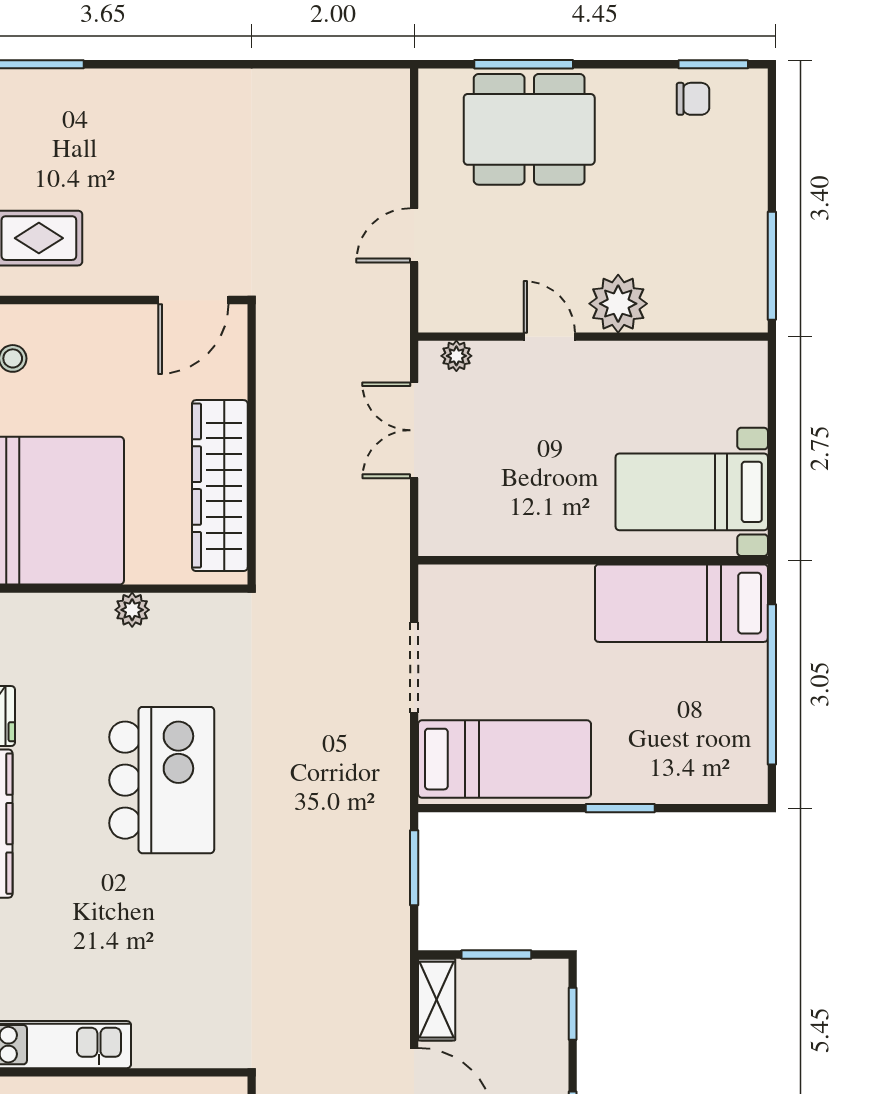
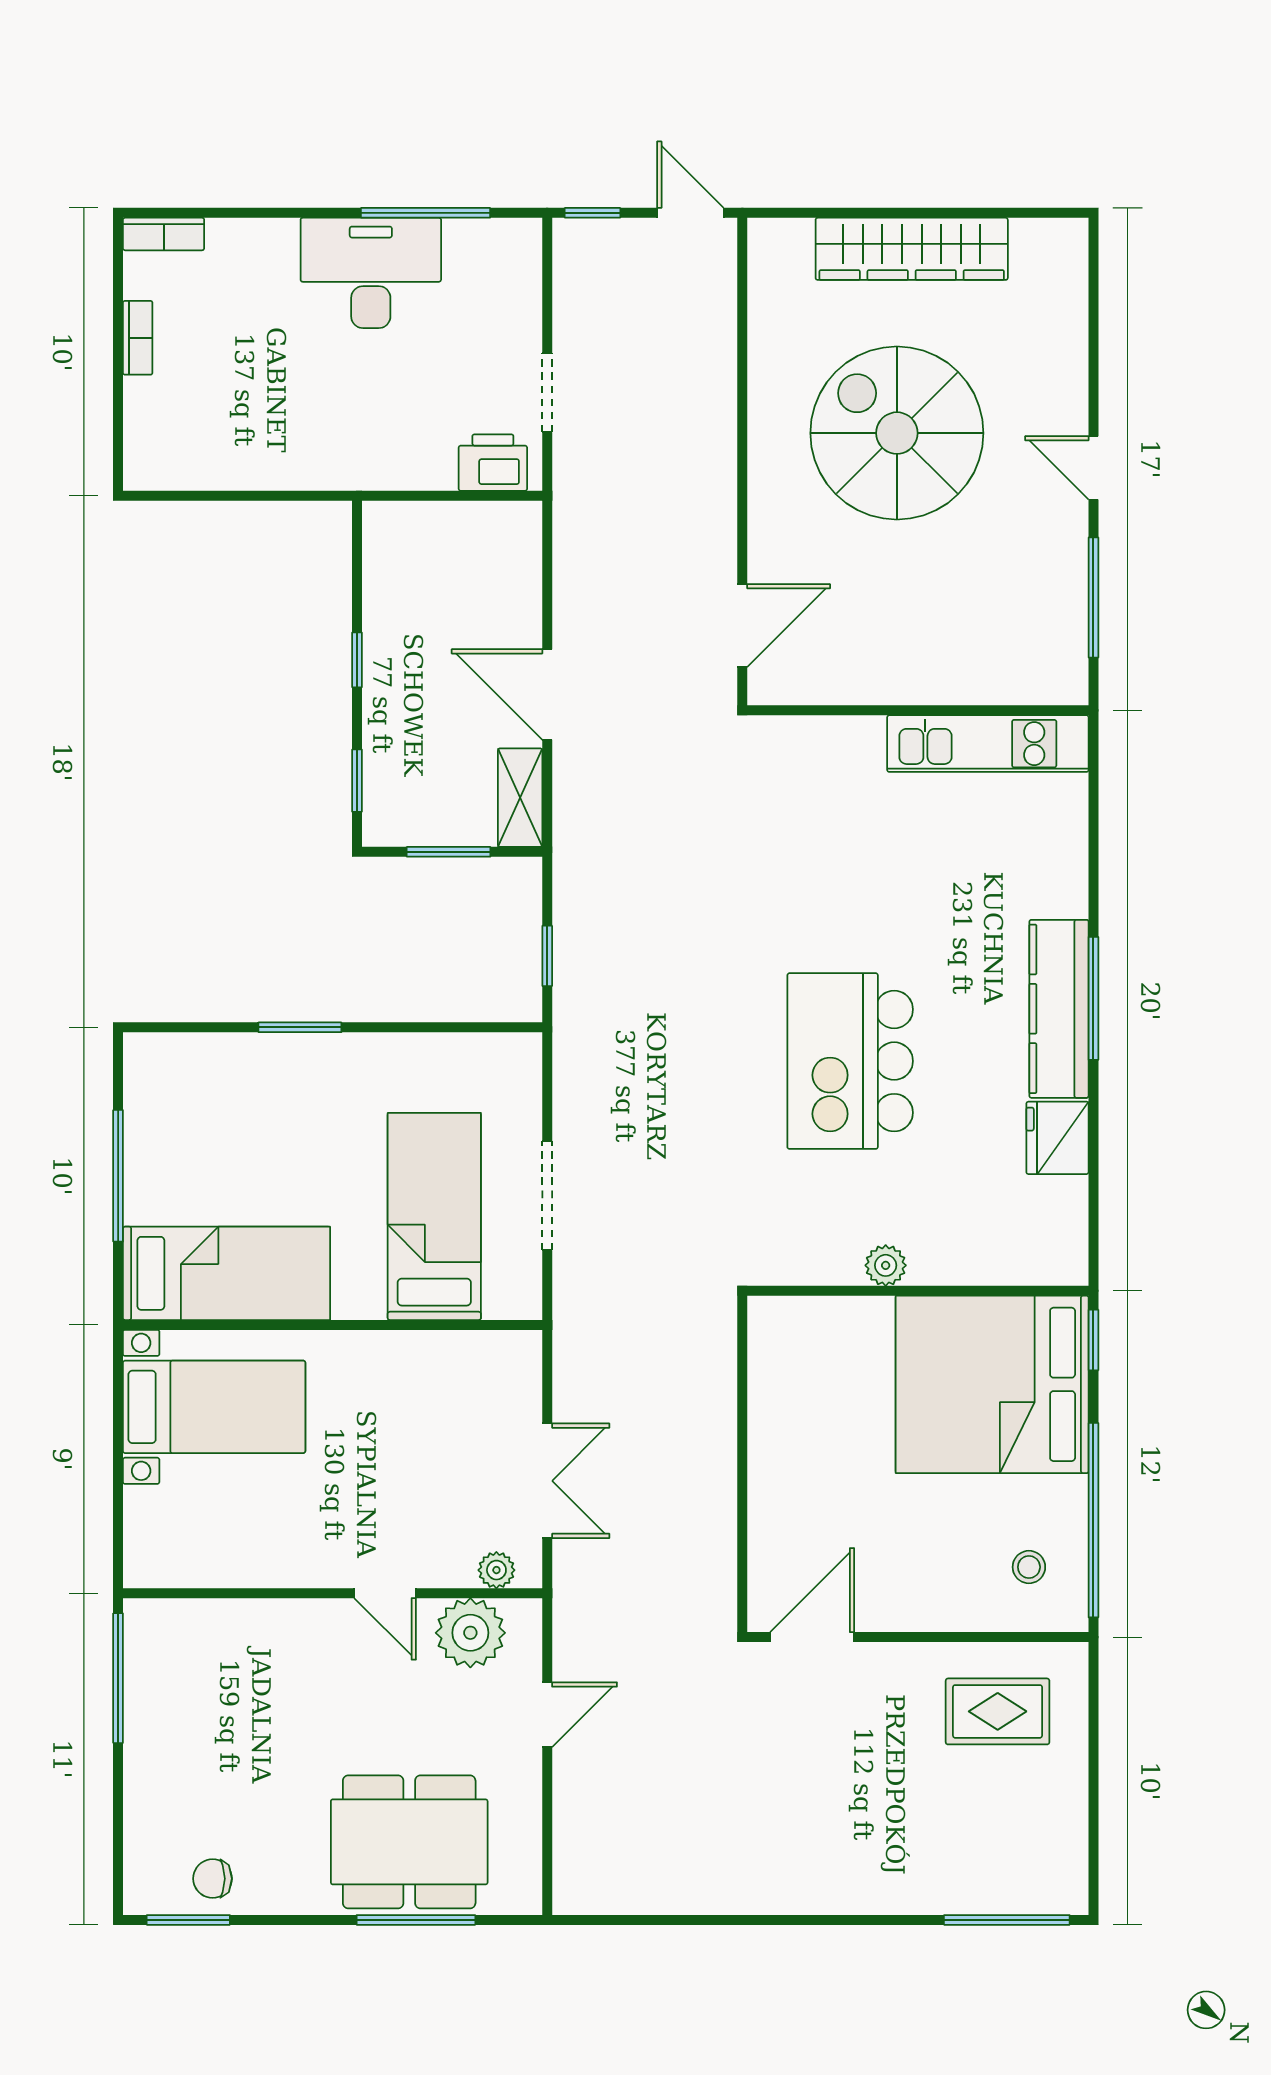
plant: (618, 304) -> (470, 1633), moved
wardrobe: (220, 486) -> (780, 1414), removed
window: (772, 684) -> (118, 1176), width x0.68
bed: (505, 759) -> (434, 1216), moved, turned 90
window: (414, 868) -> (547, 956), width x0.67

